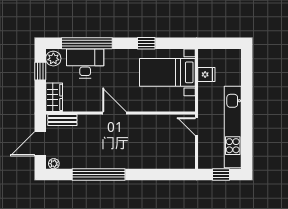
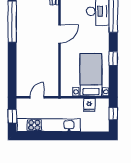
window: (218, 43) -> (113, 114), added
door: (197, 127) -> (37, 97), moved

